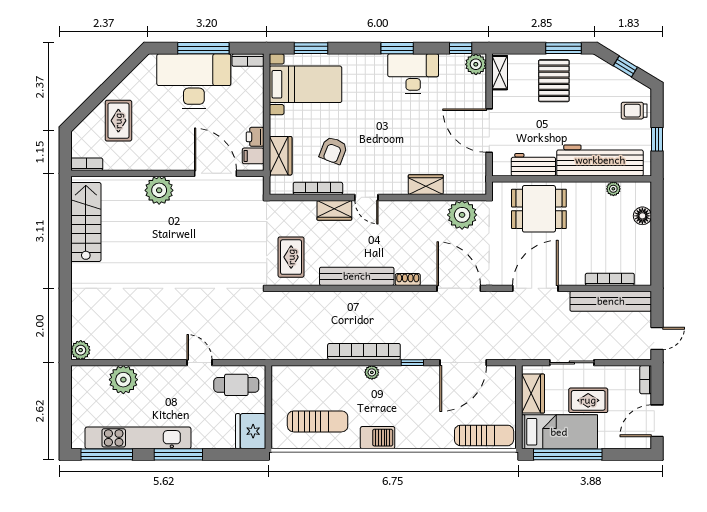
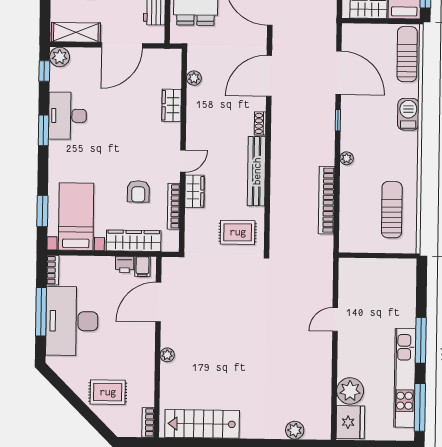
shelving: (500, 73) -> (76, 32), width x1.50, depth x1.33
armchair: (333, 150) -> (138, 191), turned 69
wardrobe: (281, 156) -> (134, 241), width x1.50
plant: (159, 190) -> (167, 355), width x0.53, depth x0.53
plant: (462, 215) -> (194, 78), width x0.53, depth x0.53
plant: (81, 350) -> (295, 430), moved
bookcase: (364, 352) -> (326, 200), moved
cafe table: (236, 385) -> (357, 285), removed
fridge: (251, 431) -> (350, 422), moved, turned -90
barbecue: (378, 438) -> (408, 114), moved

